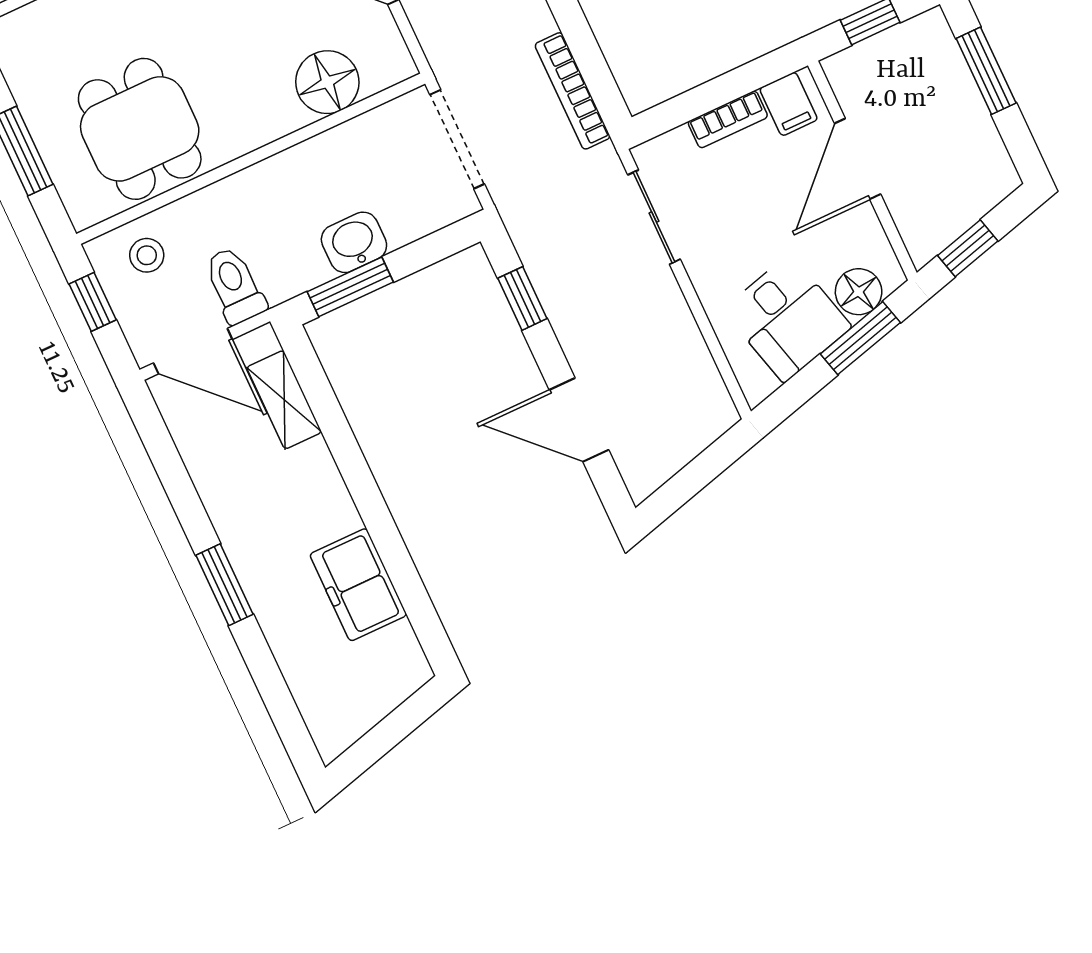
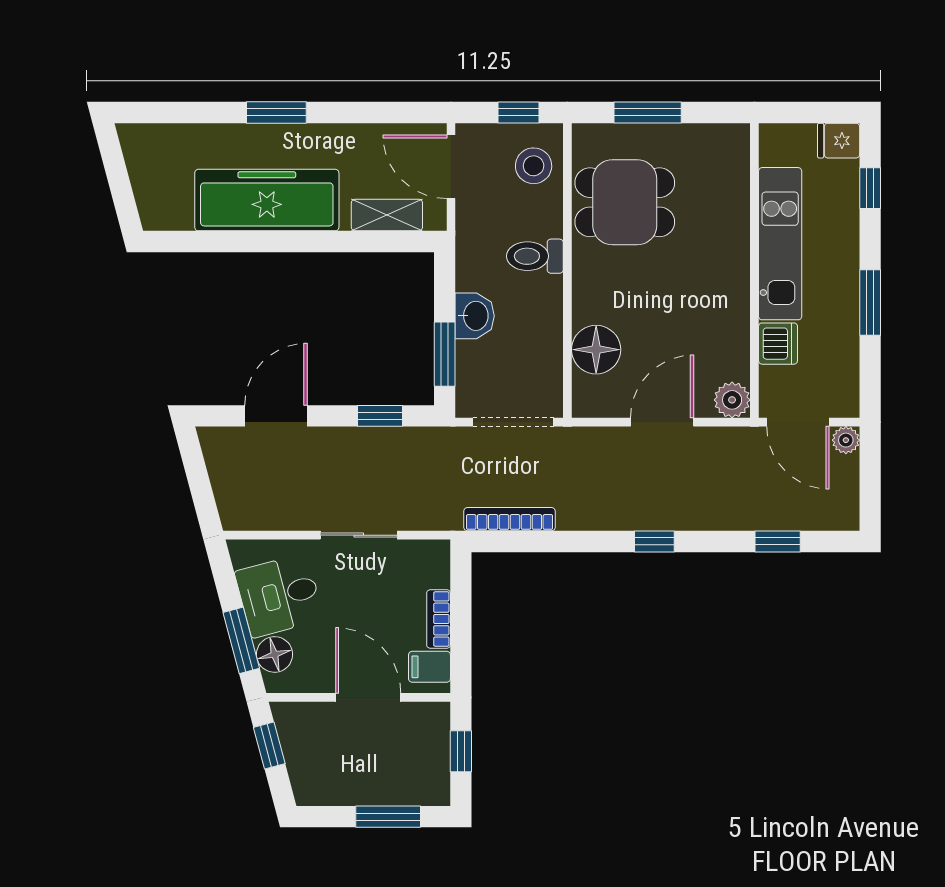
sliding door: (654, 217) -> (359, 535), moved
stool: (147, 255) -> (534, 166), width x1.37, depth x1.37
toilet: (235, 285) -> (535, 256), moved, turned 180
window: (350, 287) -> (445, 354), moved
door: (193, 351) -> (451, 167), hinge flipped
freezer: (358, 585) -> (267, 200), width x1.91, depth x1.26

